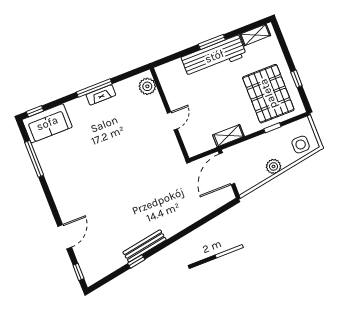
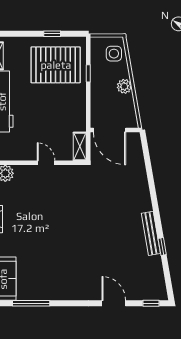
shelving: (228, 136) -> (80, 146), moved

